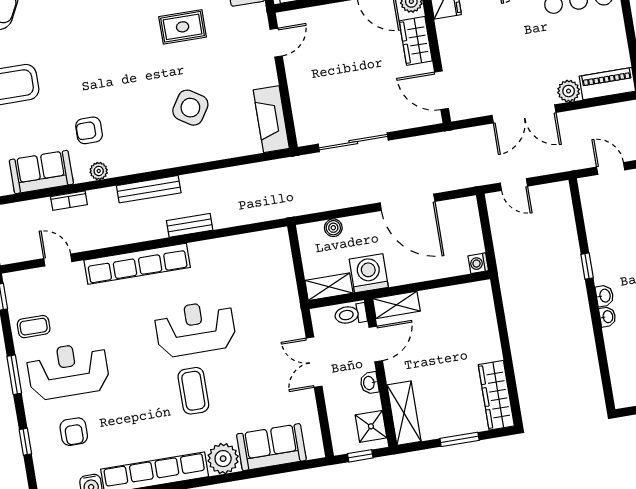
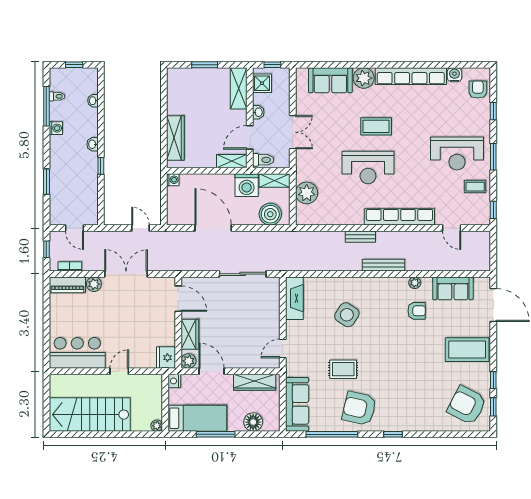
bookcase: (69, 201) -> (70, 266), moved
boiler: (333, 228) -> (270, 214), width x1.86, depth x1.86
plant: (279, 276) -> (307, 193), added
washbasin: (607, 317) -> (93, 101), moved
coffee table: (193, 391) -> (376, 126), turned 90
wardrobe: (496, 395) -> (175, 138), moved
armchair: (74, 432) -> (478, 90), moved

